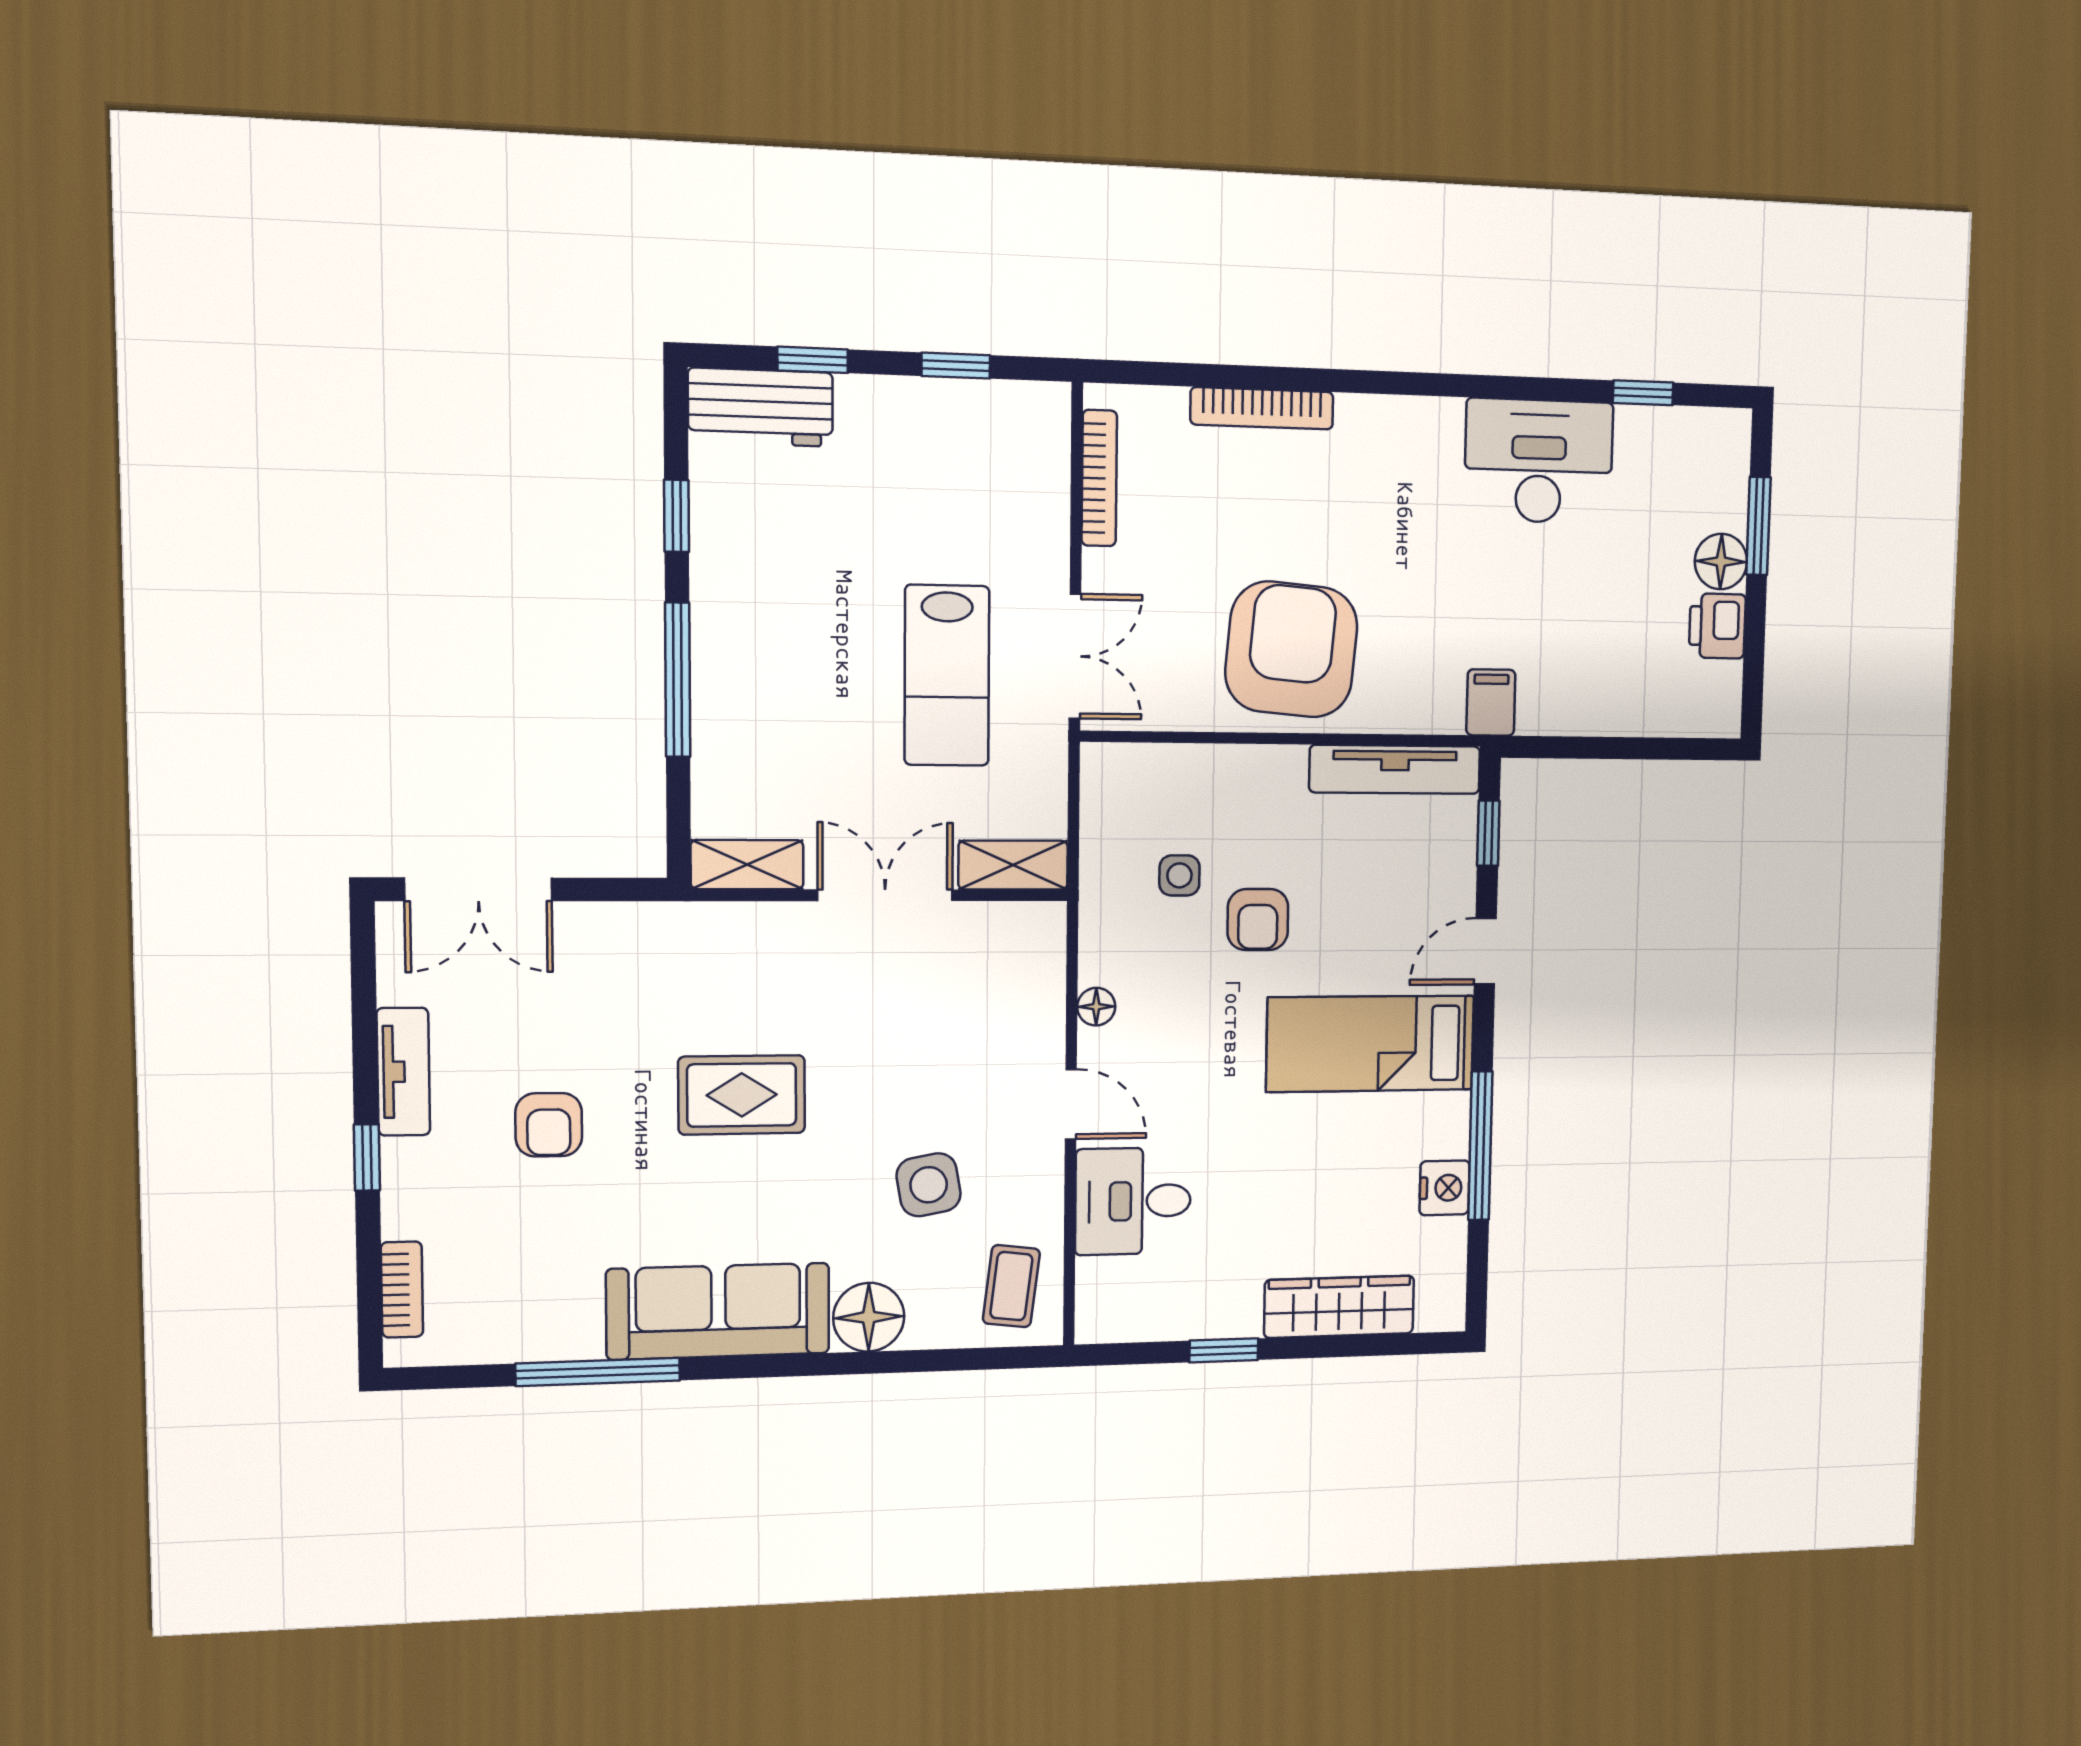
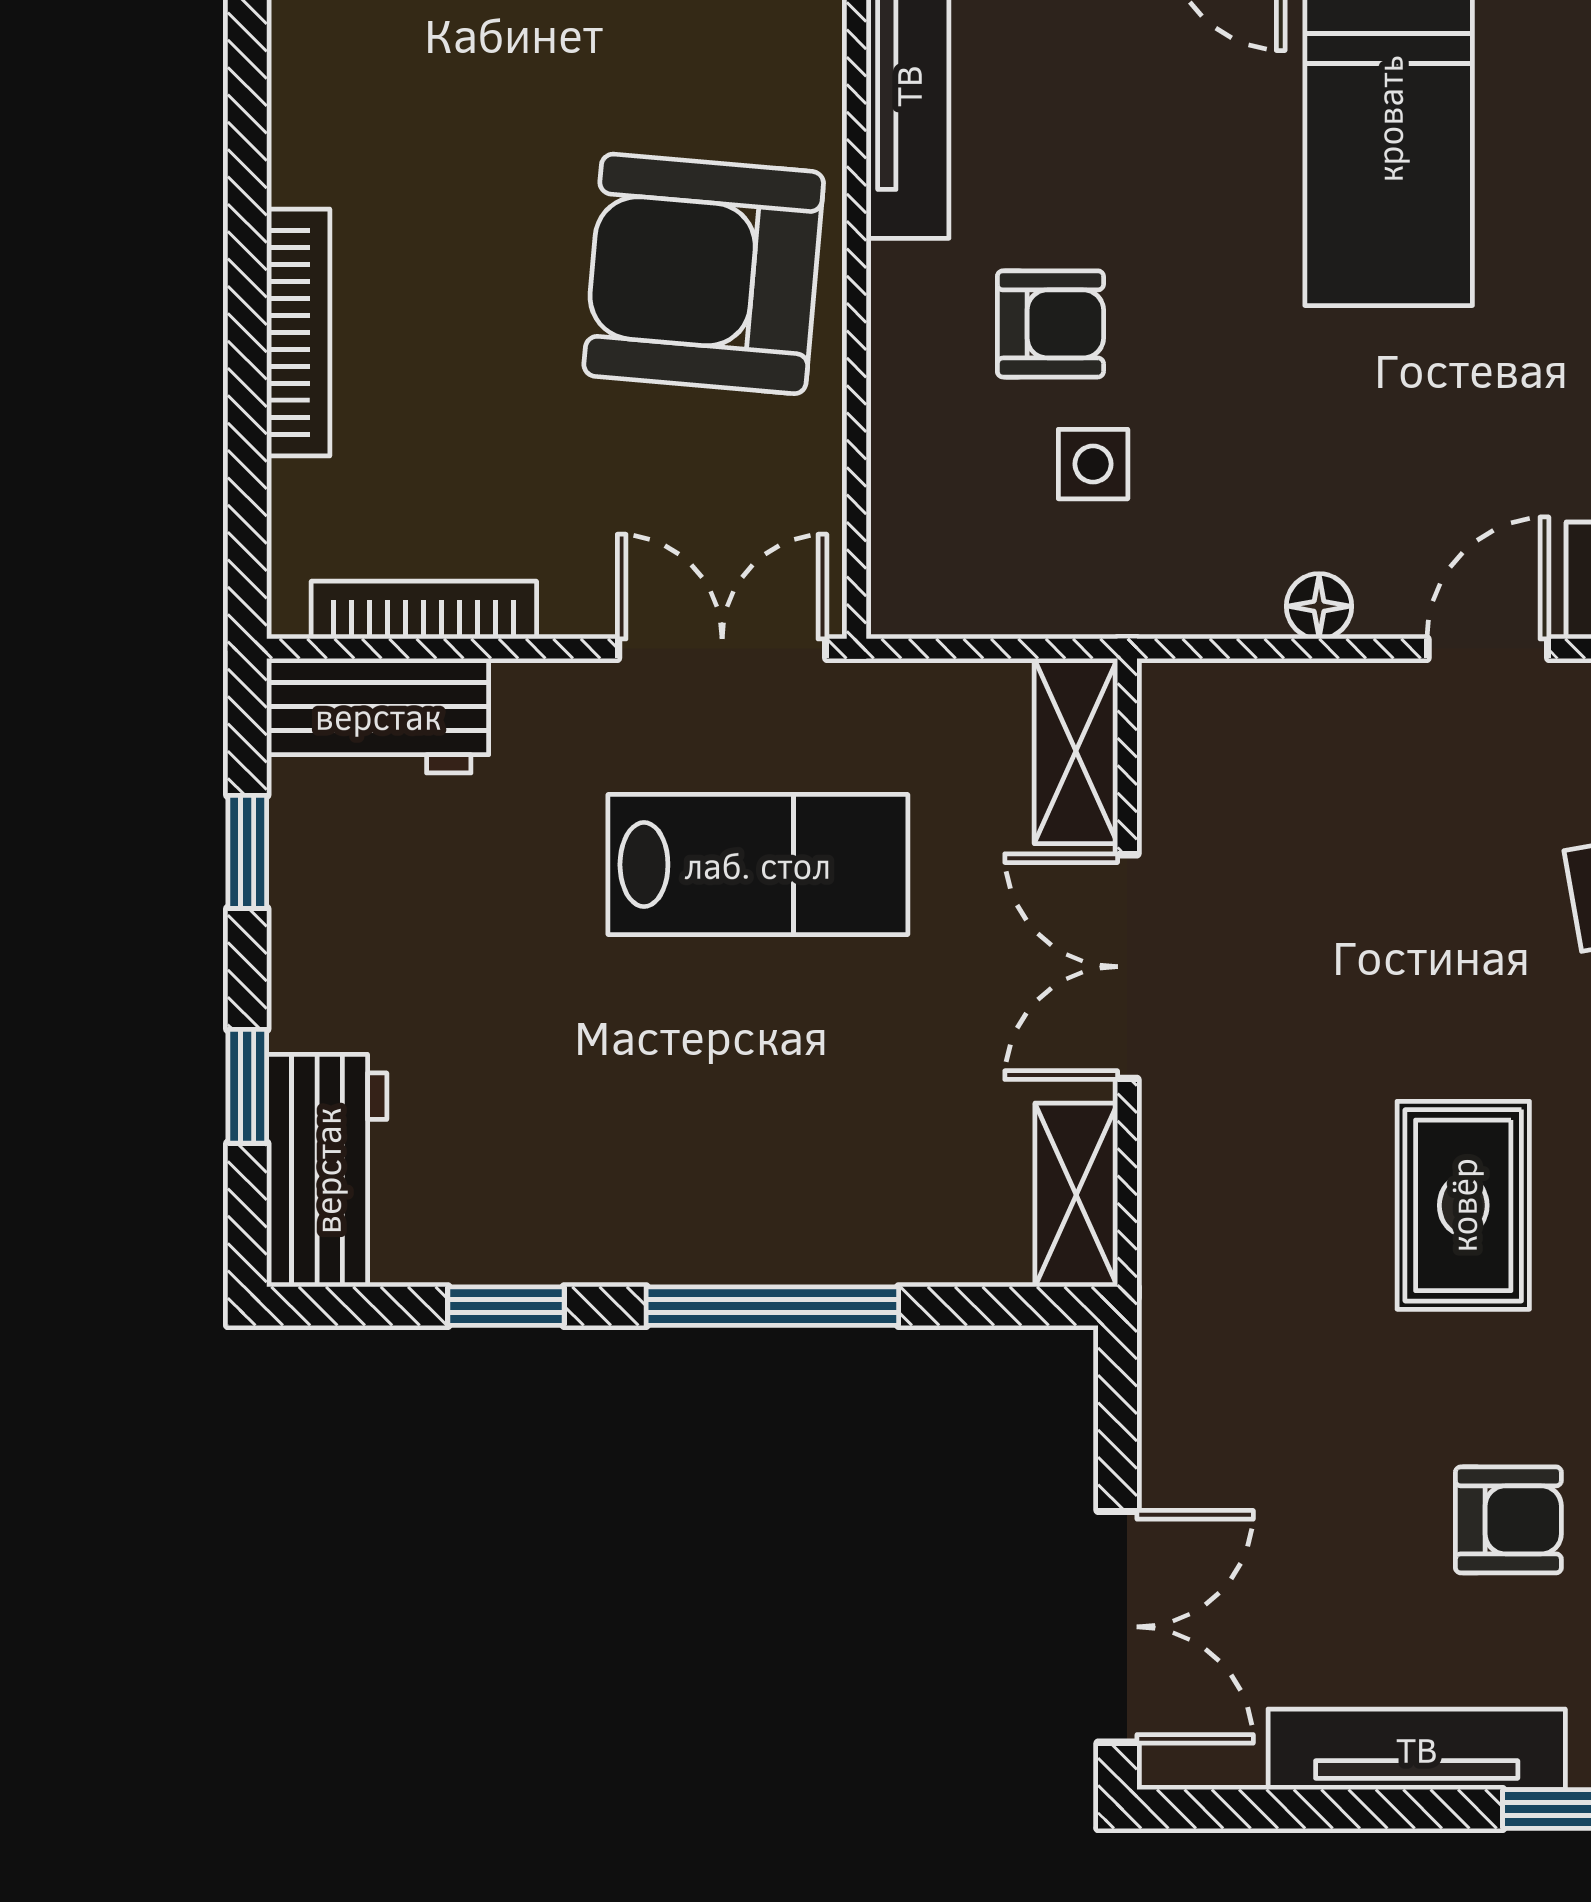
workbench: (1037, 448) -> (378, 716), added
armchair: (1258, 920) -> (1050, 324), moved
tv unit: (403, 1072) -> (1417, 1749), width x1.41

